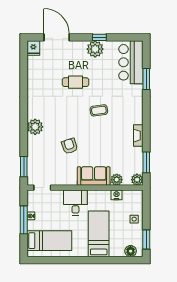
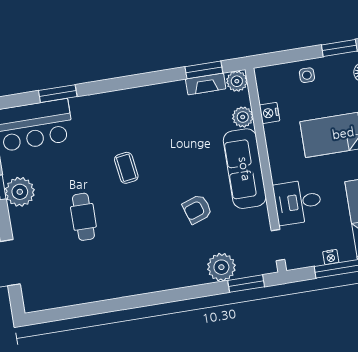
fridge: (33, 48) -> (36, 300), removed
plant: (35, 127) -> (221, 267), moved
fireplace: (138, 136) -> (206, 84), moved
sofa: (94, 176) -> (245, 169), width x1.36
desk: (75, 203) -> (298, 202), moved

